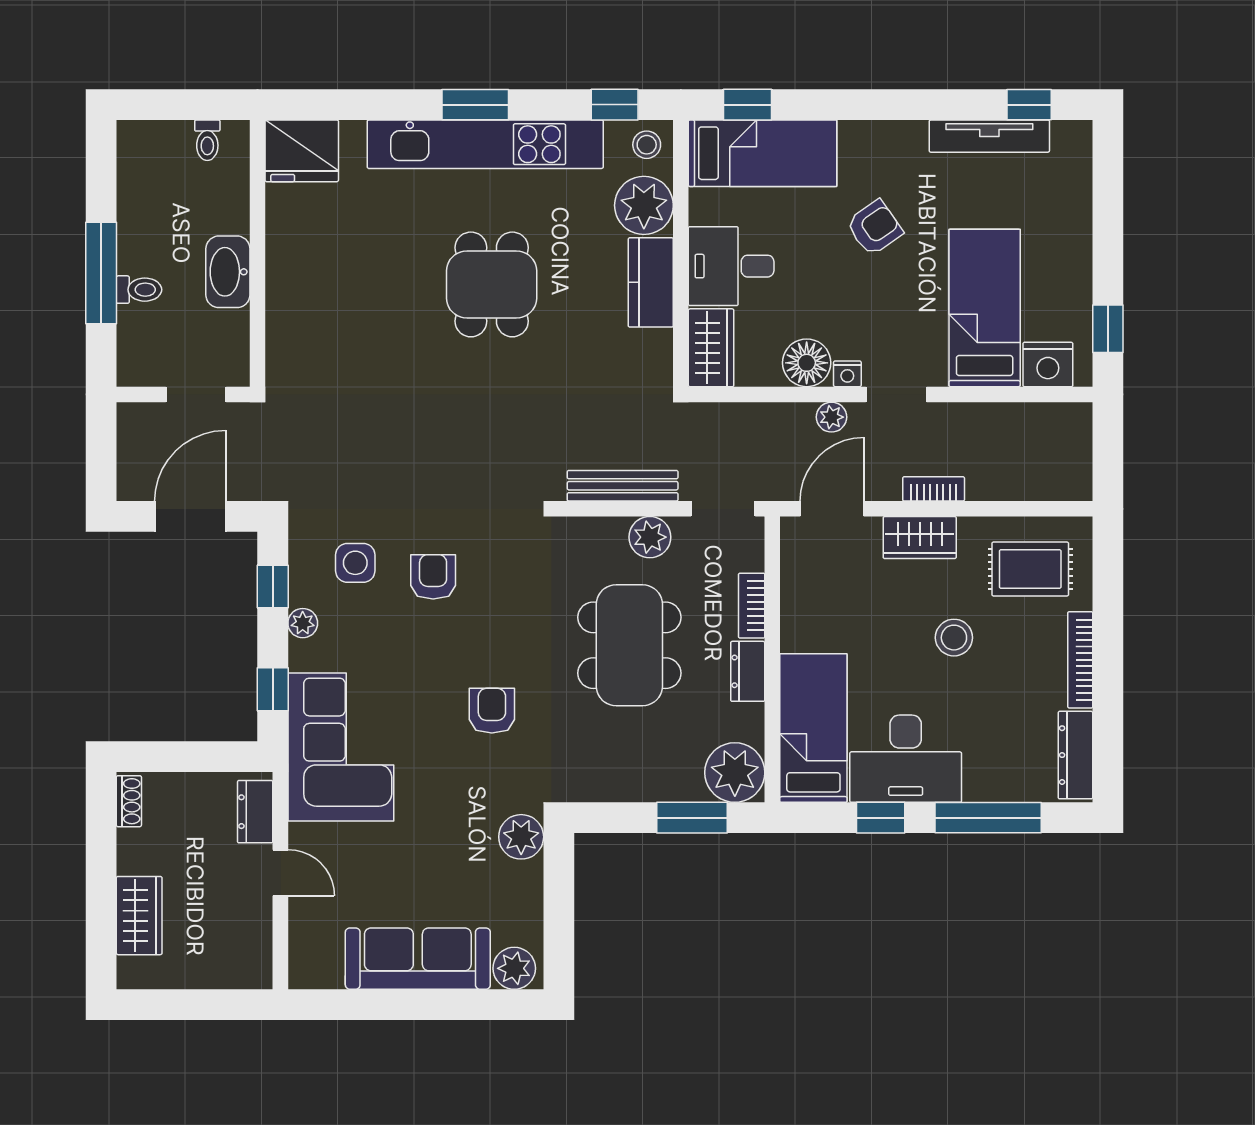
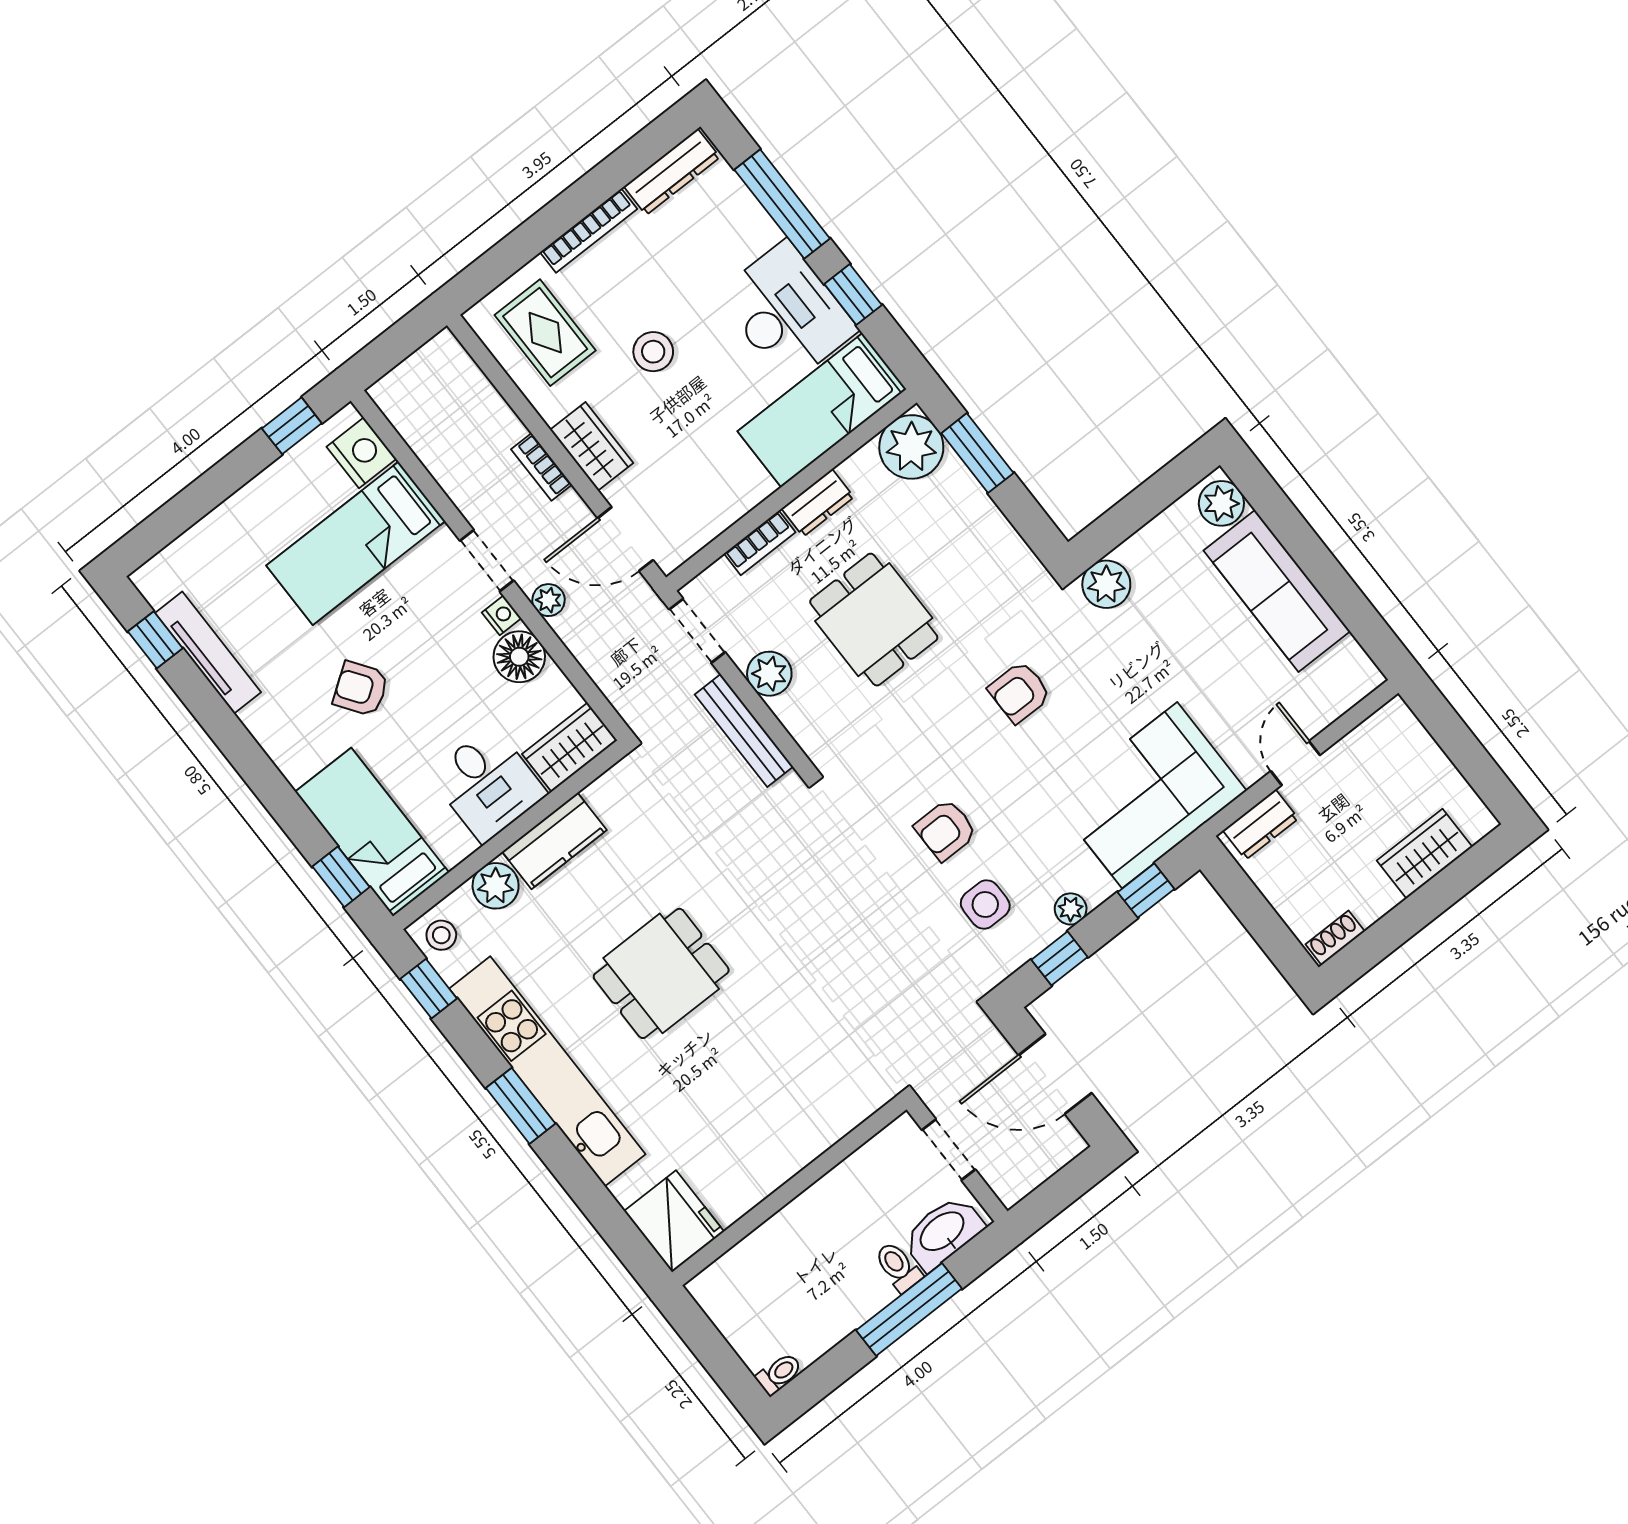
toilet: (207, 140) -> (779, 1374), moved
plant: (644, 205) -> (496, 886), width x0.73, depth x0.73
washbasin: (228, 272) -> (943, 1232), moved, turned 180
dining table: (629, 645) -> (874, 620), width x0.73

